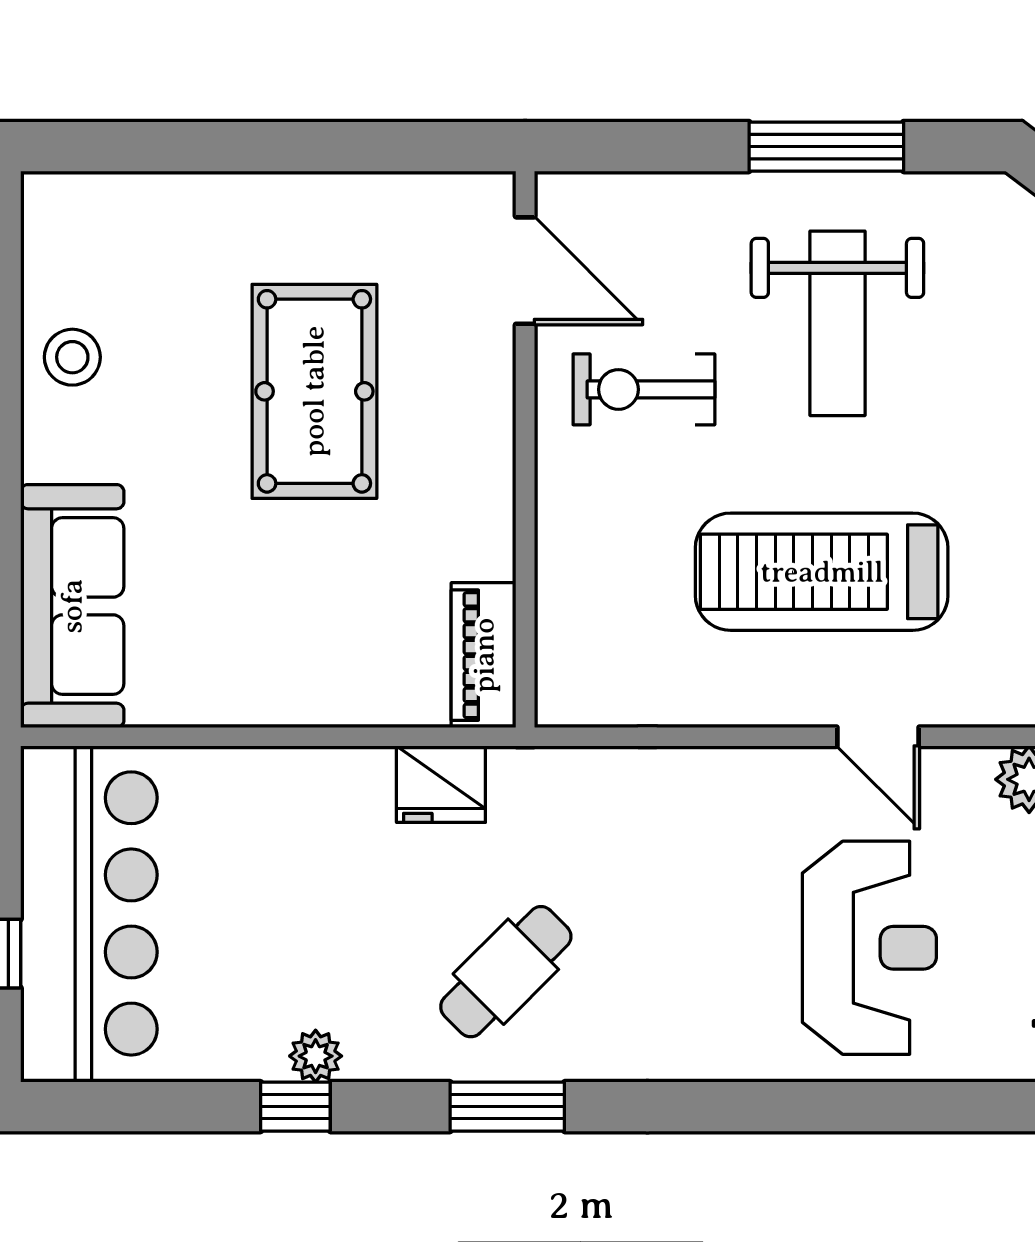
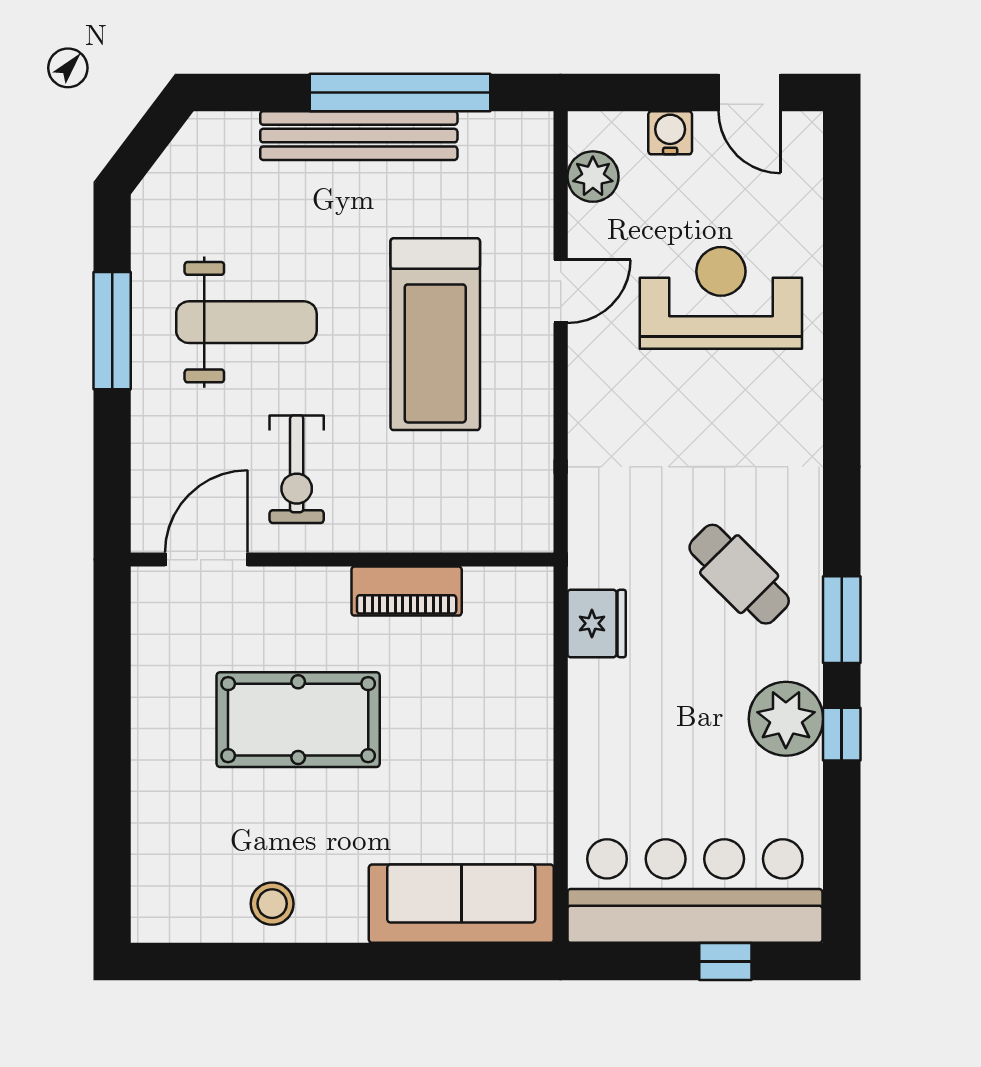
piano: (484, 655) -> (407, 591), moved
plant: (316, 1056) -> (786, 719), width x1.87, depth x1.87
window: (507, 1107) -> (842, 620), moved

